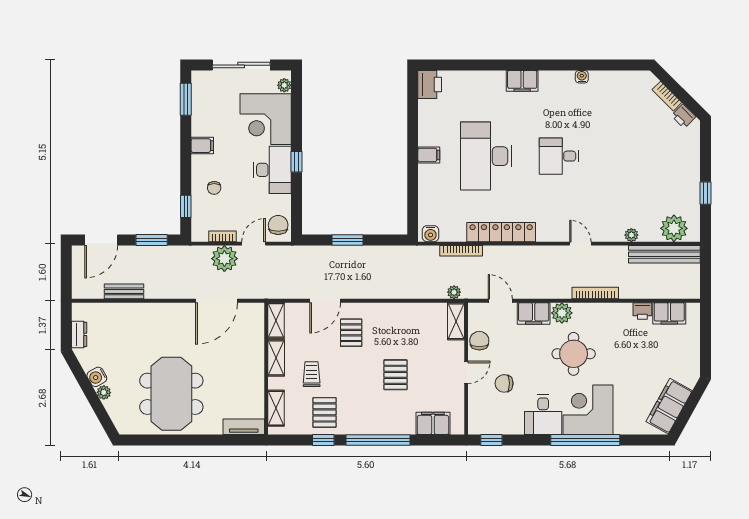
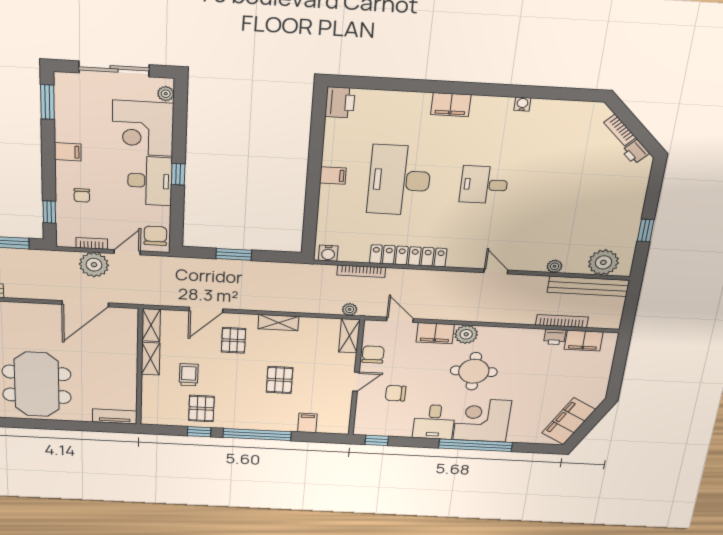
bookcase: (595, 293) -> (562, 321), moved
shelving: (276, 408) -> (278, 323), moved, turned 90
filing cabinet: (433, 423) -> (307, 423), width x0.50

